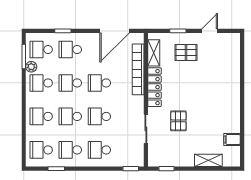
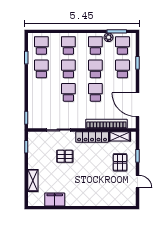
filing cabinet: (232, 140) -> (55, 199), width x2.00
school desk: (99, 150) -> (41, 92), removed

